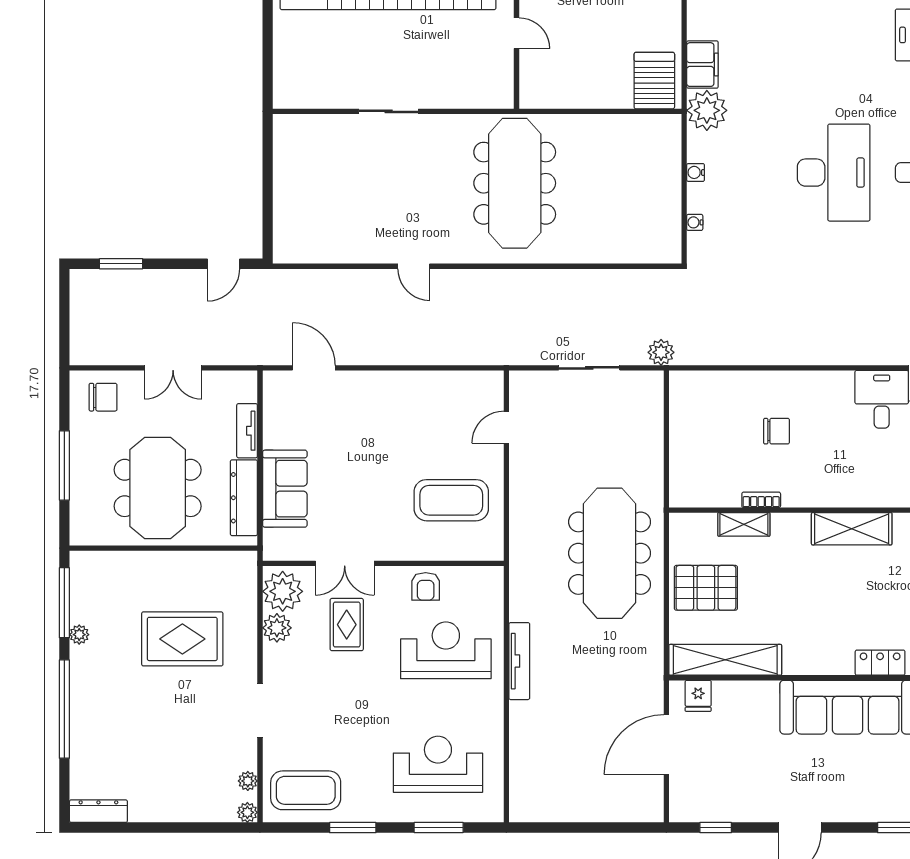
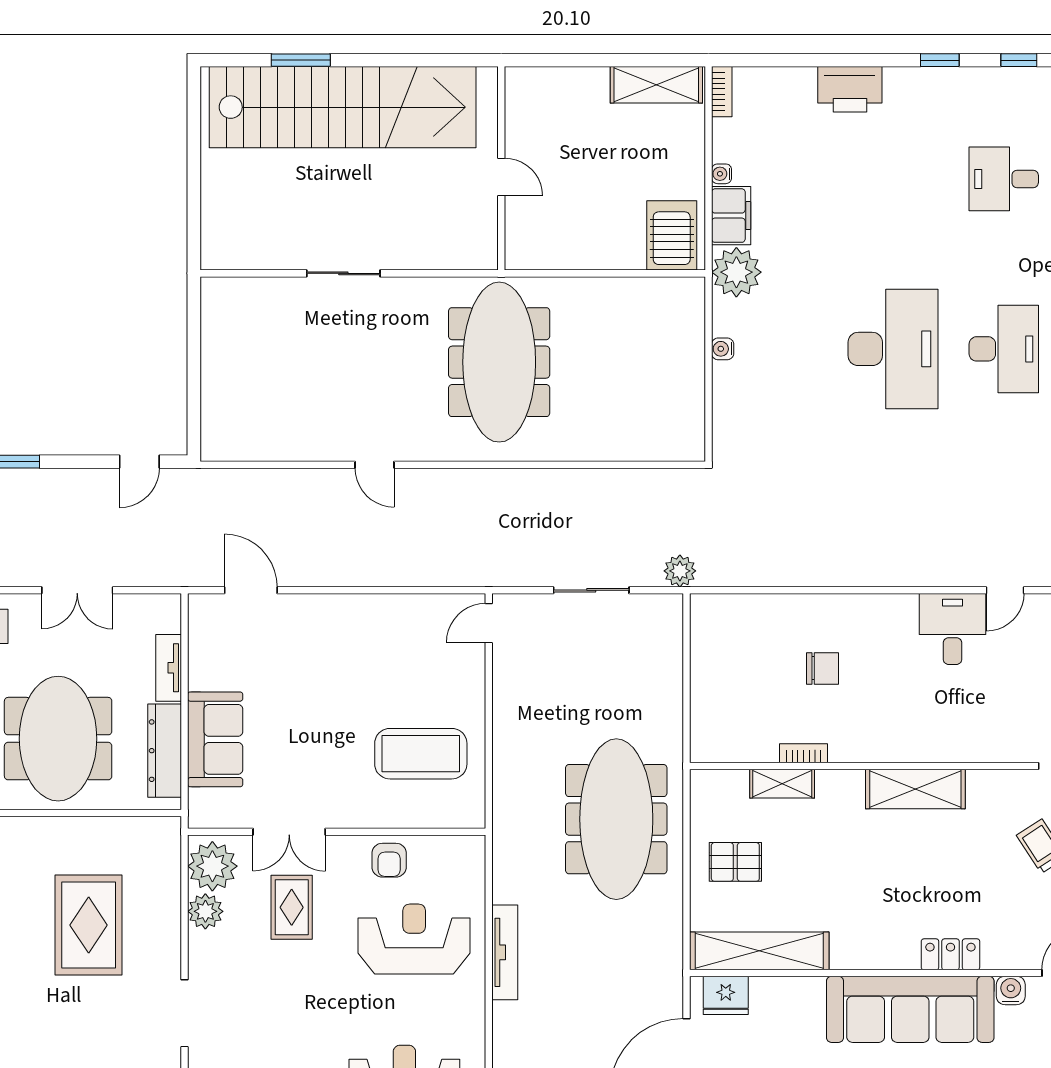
water cooler: (695, 222) -> (722, 174), moved
door: (506, 427) -> (489, 623), moved
pallet: (706, 588) -> (735, 862), width x0.67, depth x0.71
rug: (182, 639) -> (89, 925), turned 90
fridge: (698, 696) -> (726, 995), width x1.38

